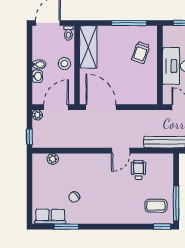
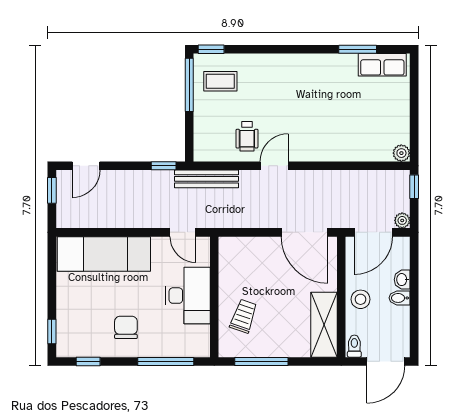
plant: (53, 159) -> (401, 153), moved
chair: (74, 197) -> (346, 95), removed

